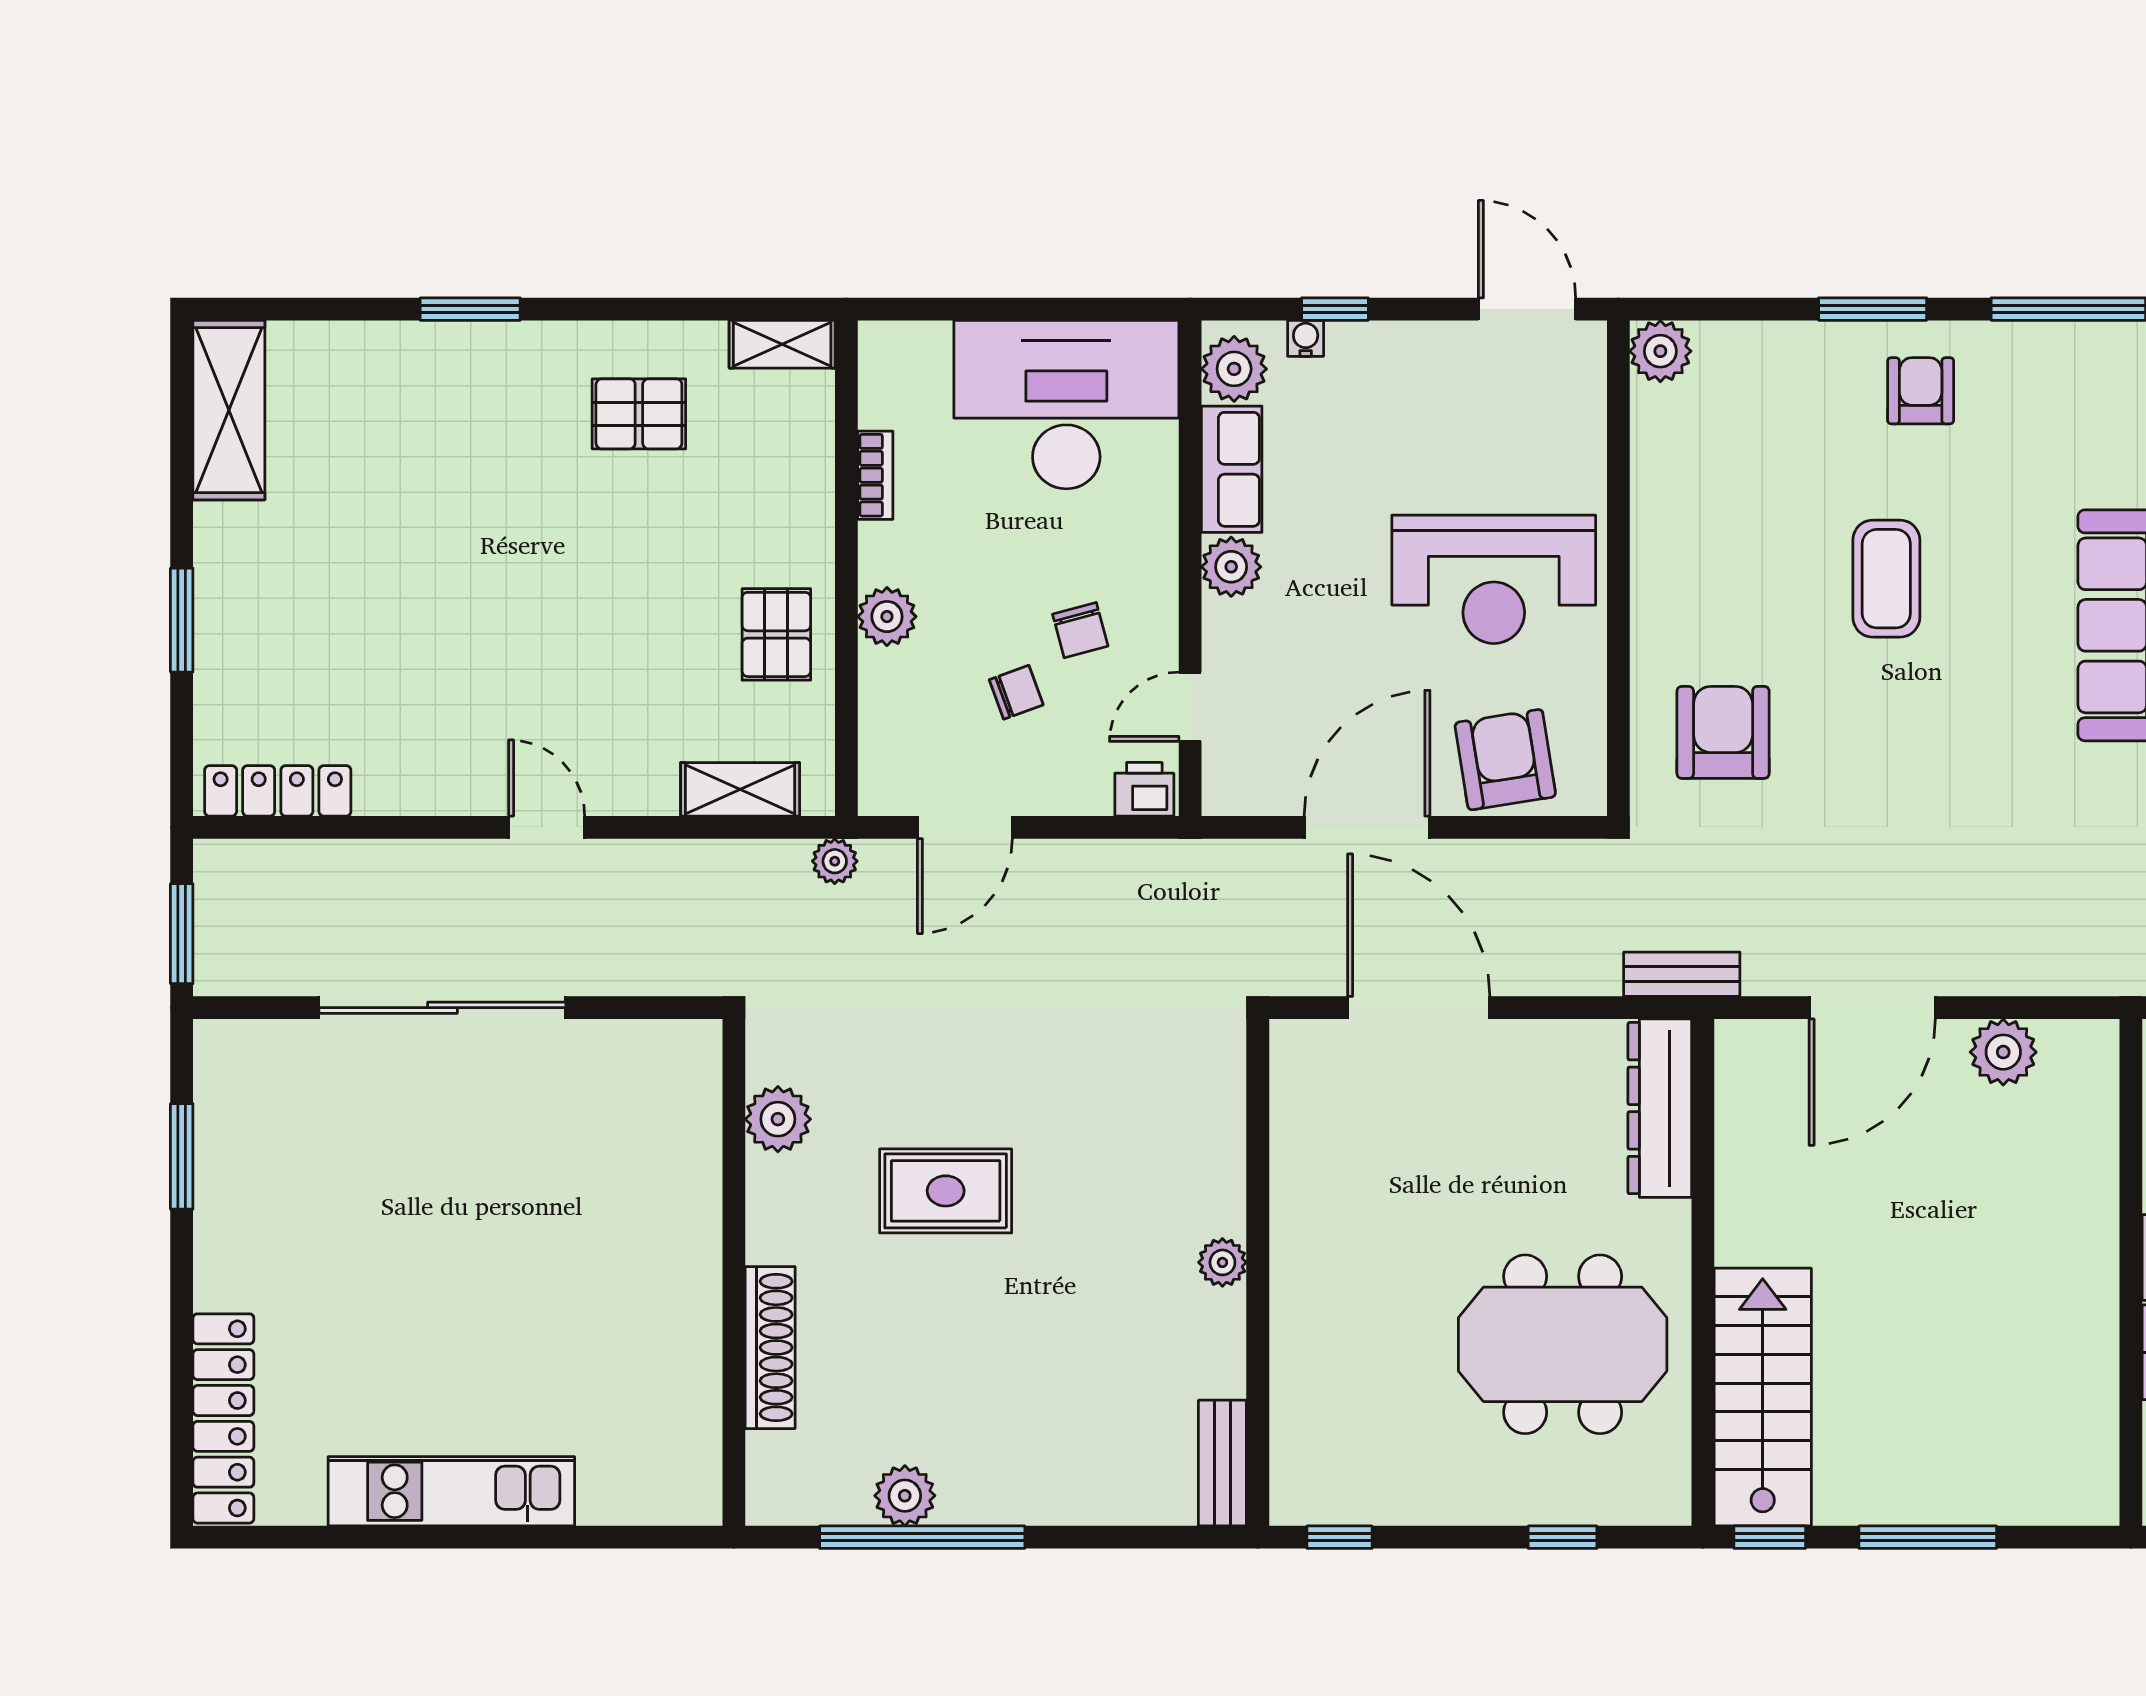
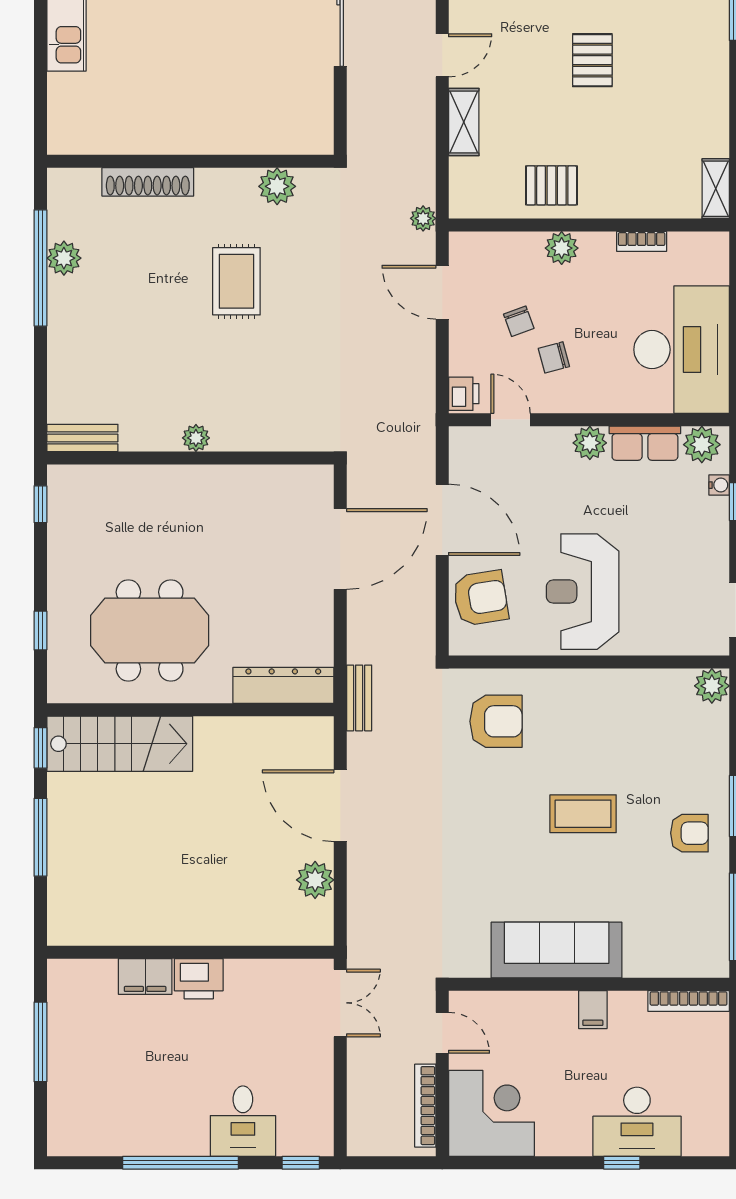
pallet: (639, 414) -> (592, 60), moved
shelving: (740, 789) -> (464, 122), moved
meeting table: (1563, 1344) -> (150, 631), turned 90

